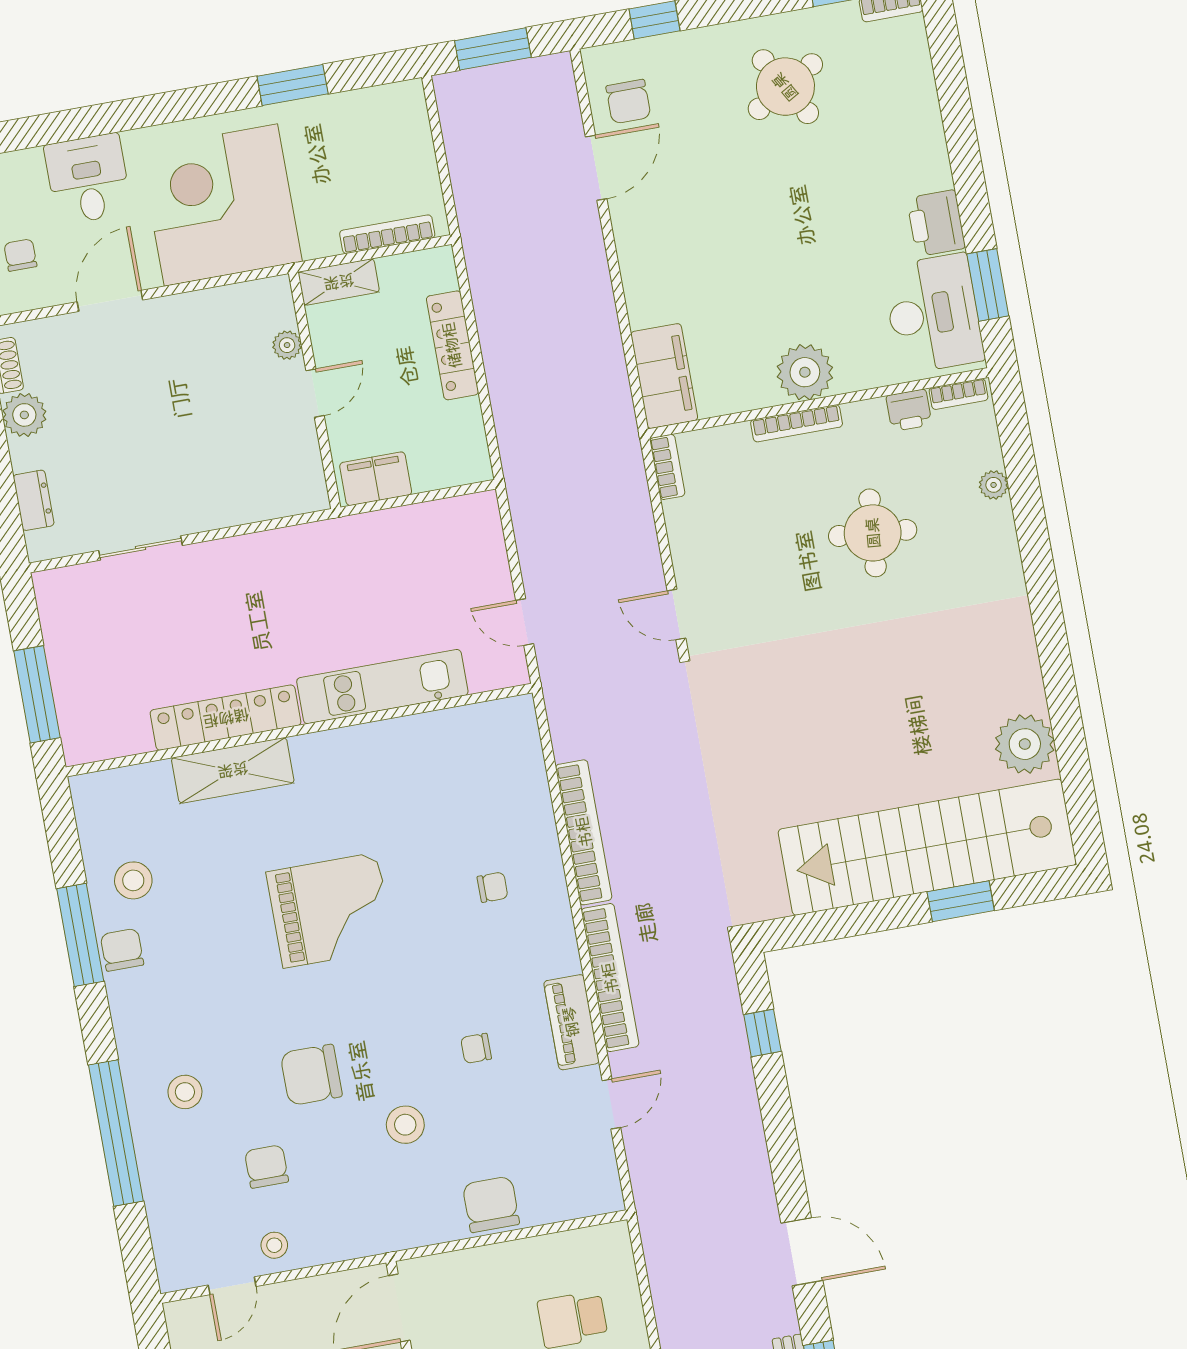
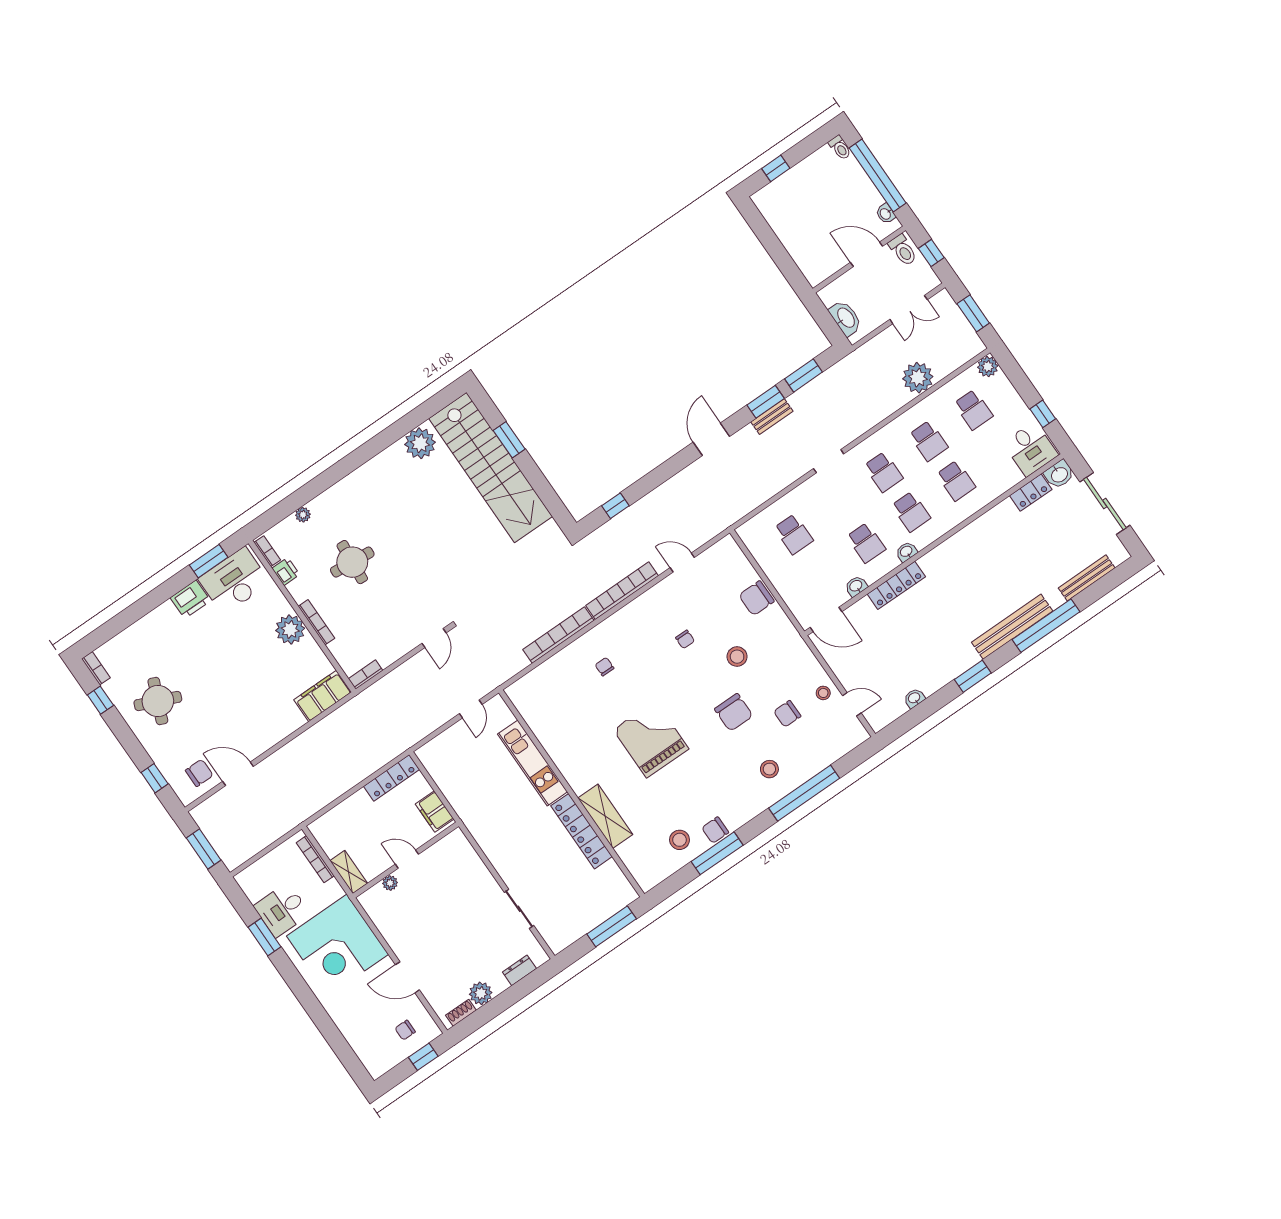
round table: (785, 87) -> (158, 701), turned -37
desk: (88, 179) -> (282, 910), moved
locker: (452, 345) -> (392, 778), moved
piano: (571, 1022) -> (652, 599), removed

